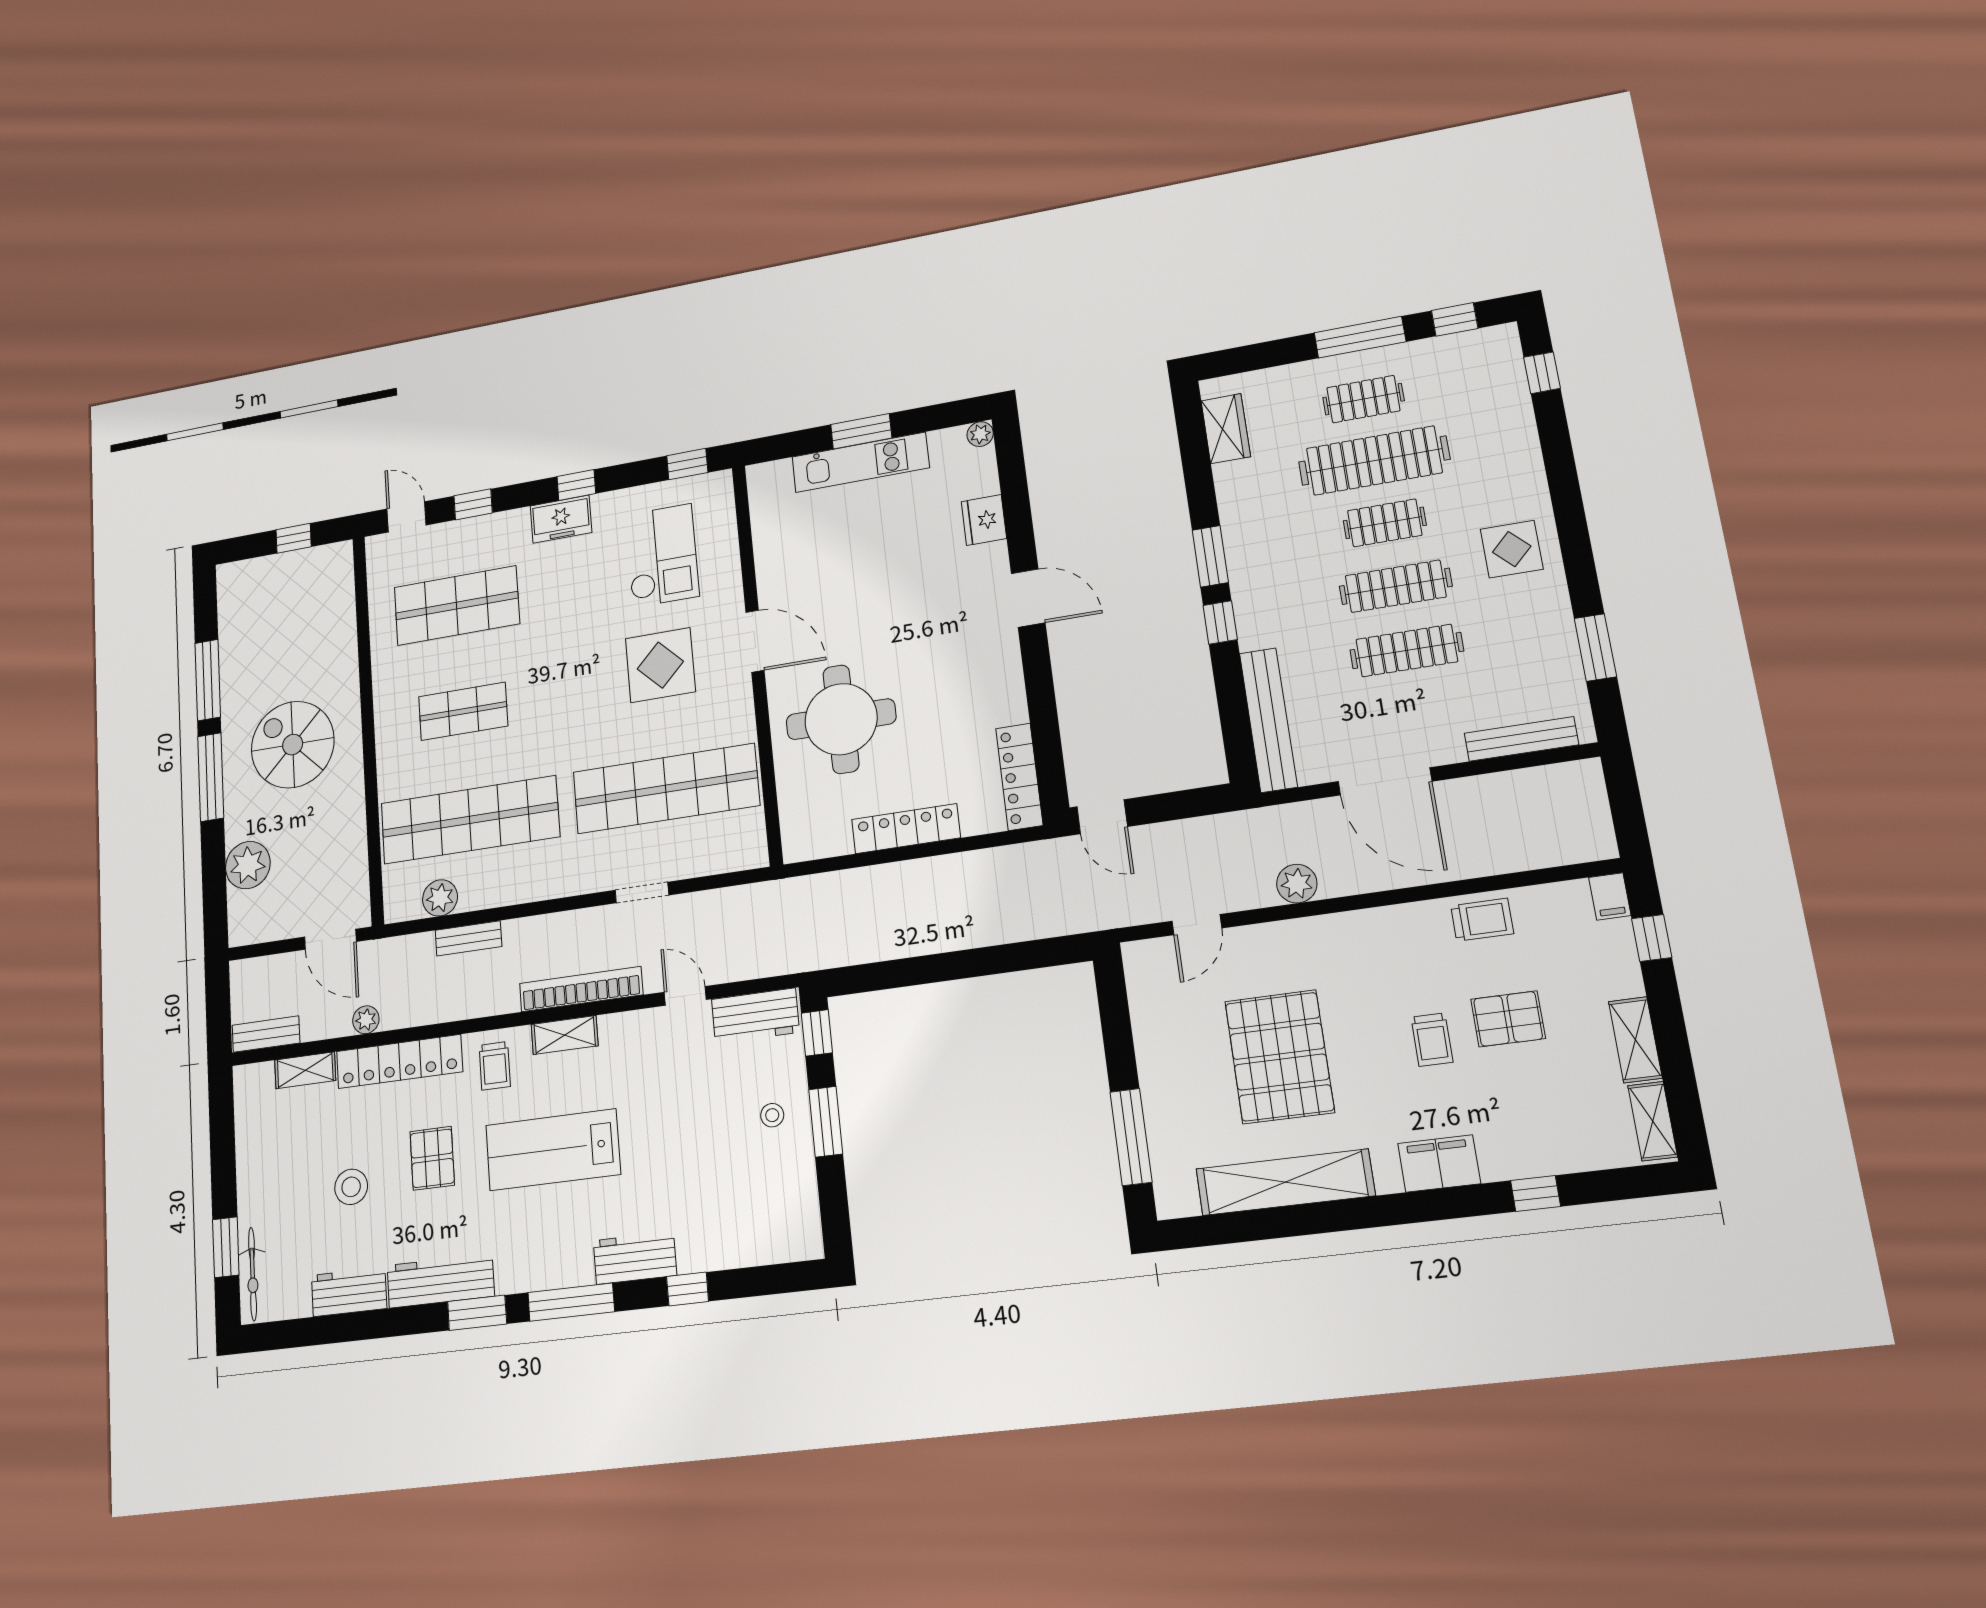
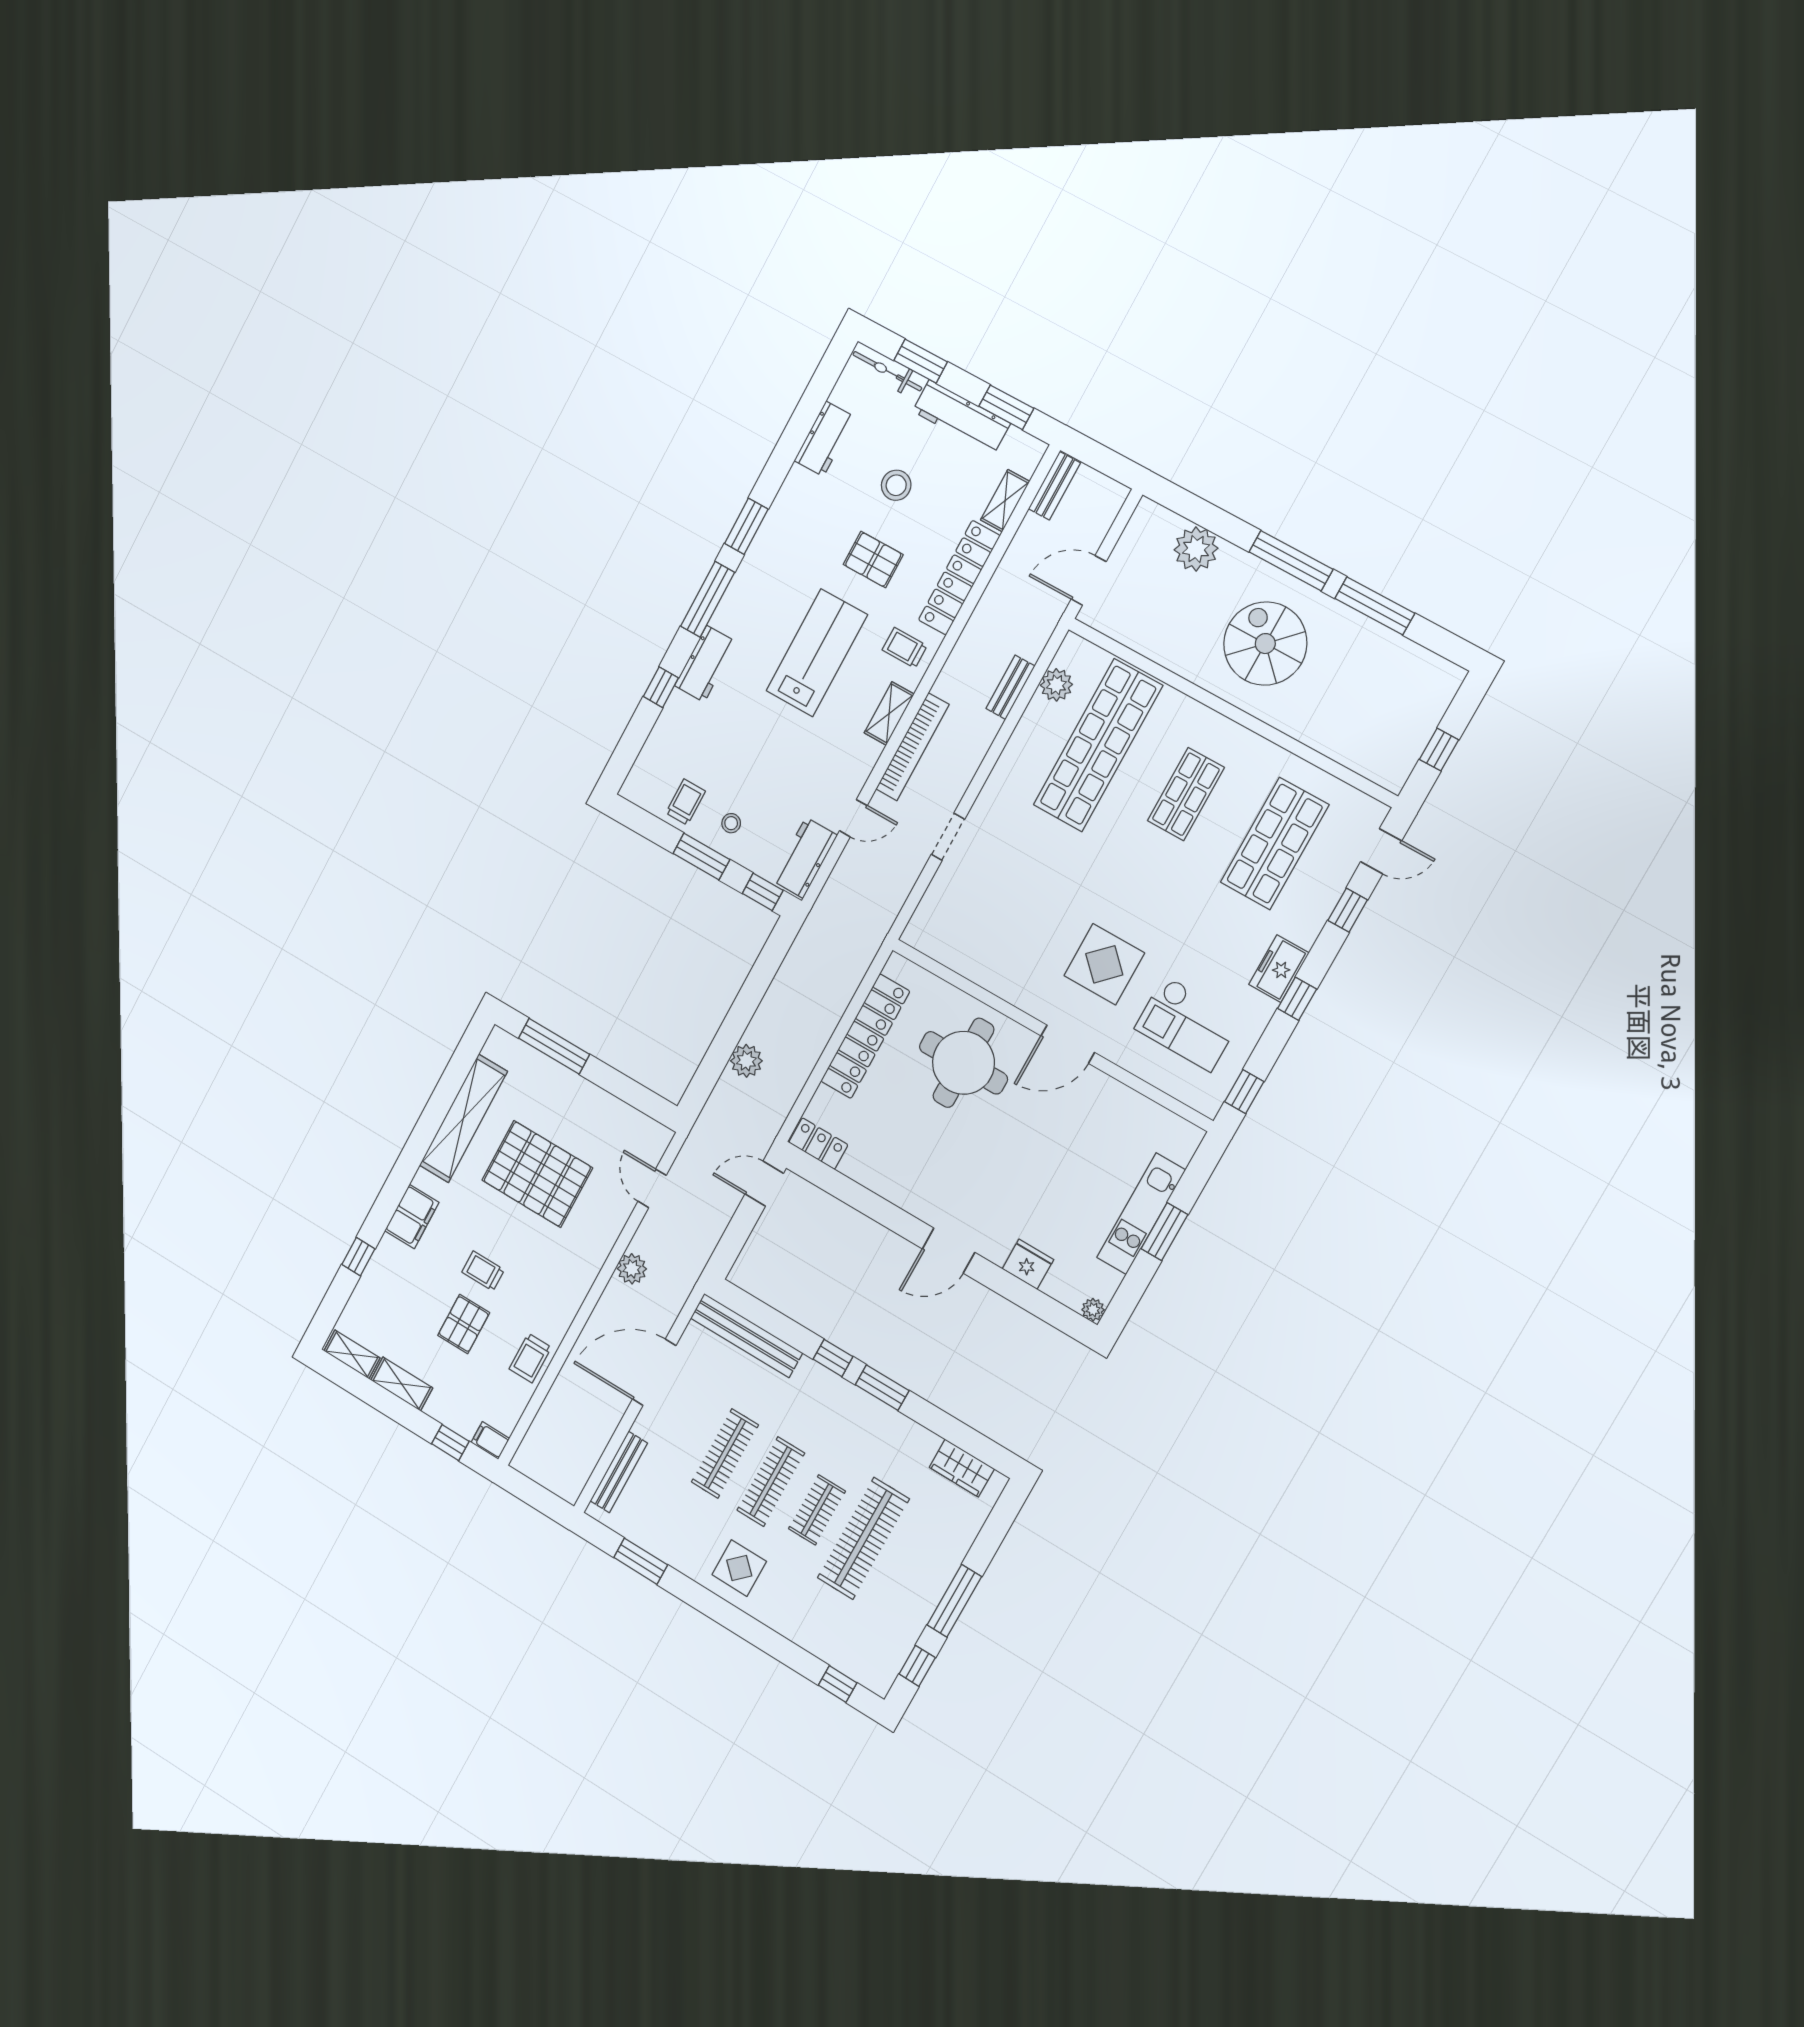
clothes rail: (1363, 399) -> (910, 1567), removed
spiral stairs: (293, 745) -> (1265, 644), turned -90
locker: (1019, 777) -> (818, 1144), width x0.66
shop shelf: (666, 789) -> (1010, 905), removed
locker: (906, 829) -> (865, 1036), width x1.41, depth x1.21
plant: (366, 1020) -> (746, 1061), moved, width x1.38, depth x1.38
window: (222, 1132) -> (1006, 407), added
trolley: (783, 1178) -> (686, 802), added
workbench: (441, 1281) -> (961, 417), moved, turned 90

